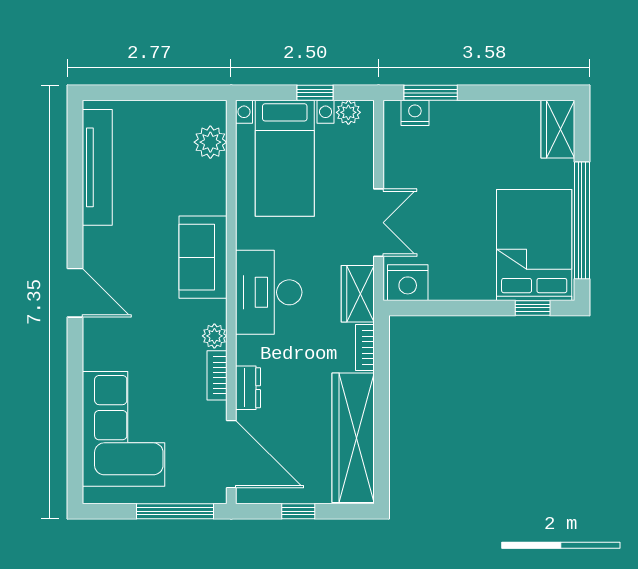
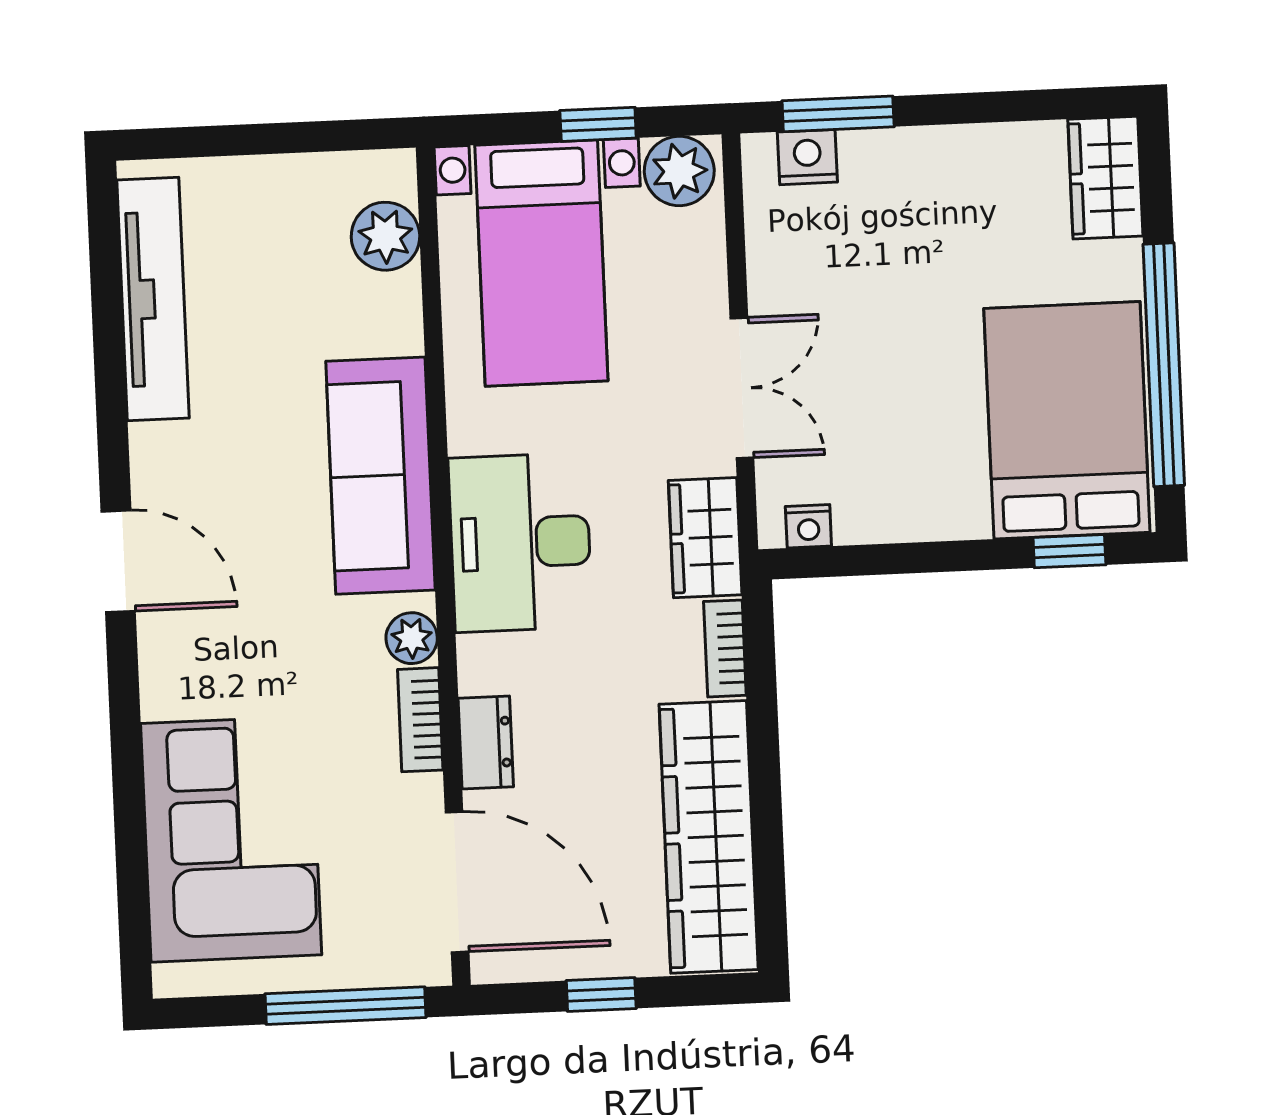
plant: (348, 112) -> (679, 171), width x1.38, depth x1.38
sofa: (203, 257) -> (380, 476), width x1.36
nightstand: (408, 283) -> (808, 526), width x0.53, depth x0.56

